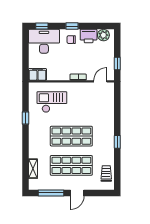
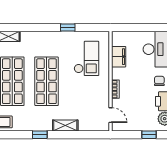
window: (117, 64) -> (149, 135), moved
filing cabinet: (37, 74) -> (119, 57), moved
shelving: (109, 120) -> (65, 125), added

